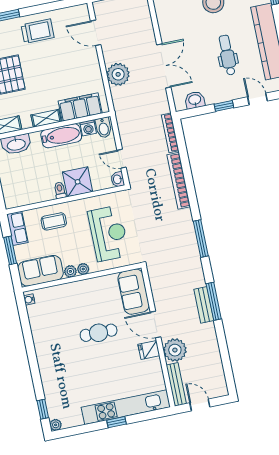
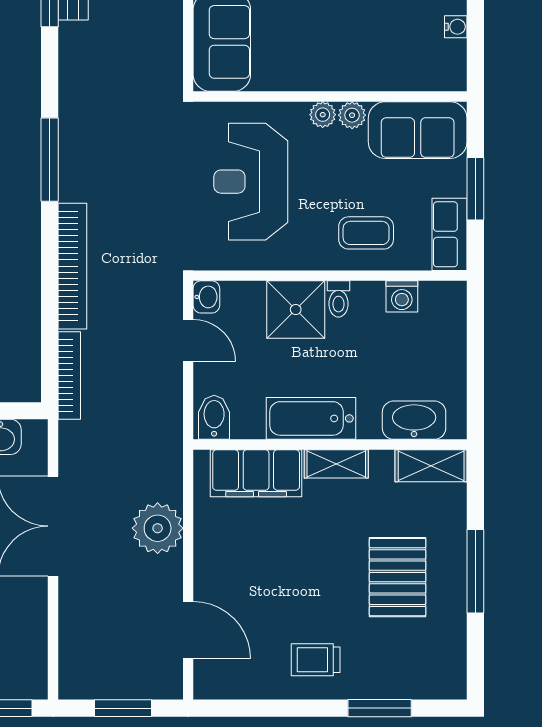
trolley: (38, 31) -> (316, 660), width x0.73, depth x0.72
washing machine: (88, 128) -> (402, 296), moved, turned 180
window: (201, 238) -> (50, 160), moved
water cooler: (29, 299) -> (456, 27), moved

